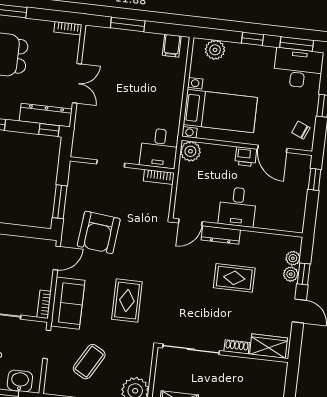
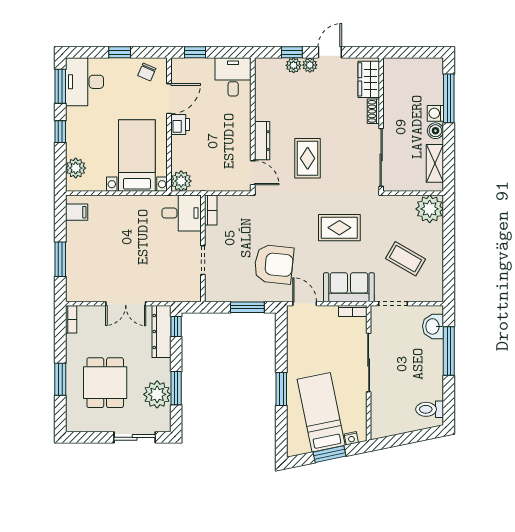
double door: (77, 83) -> (126, 304), swing flipped
desk: (237, 207) -> (233, 77), moved, turned -90
plant: (293, 258) -> (310, 65), moved
rug: (234, 278) -> (308, 158), moved

